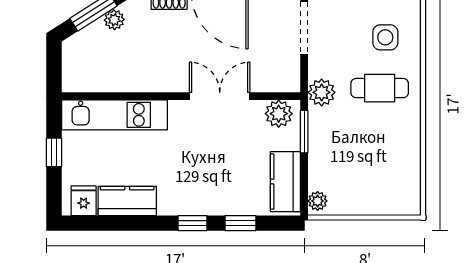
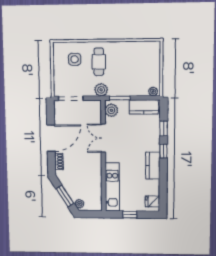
plant: (114, 20) -> (79, 204), moved
kitchen counter: (127, 201) -> (153, 166), moved

